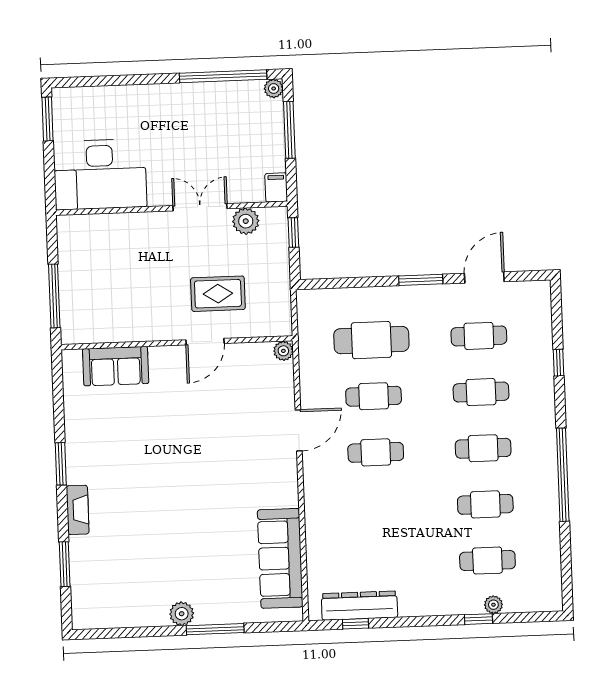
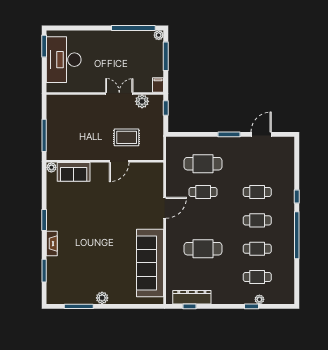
desk: (100, 174) -> (64, 60), moved, turned 90
cafe table: (479, 336) -> (257, 164), removed
plant: (283, 351) -> (51, 167), moved
window: (558, 363) -> (297, 197), moved
cafe table: (376, 452) -> (203, 249), moved, width x1.37, depth x1.35
sofa: (280, 558) -> (150, 263), width x1.36, depth x1.27
window: (215, 629) -> (79, 306), moved

